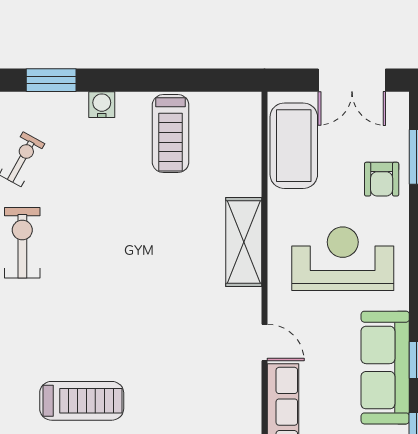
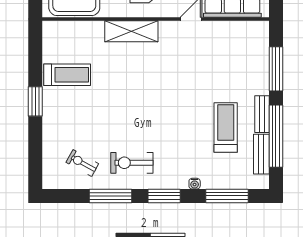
window: (51, 80) -> (35, 101), moved
water cooler: (102, 105) -> (50, 116), removed

